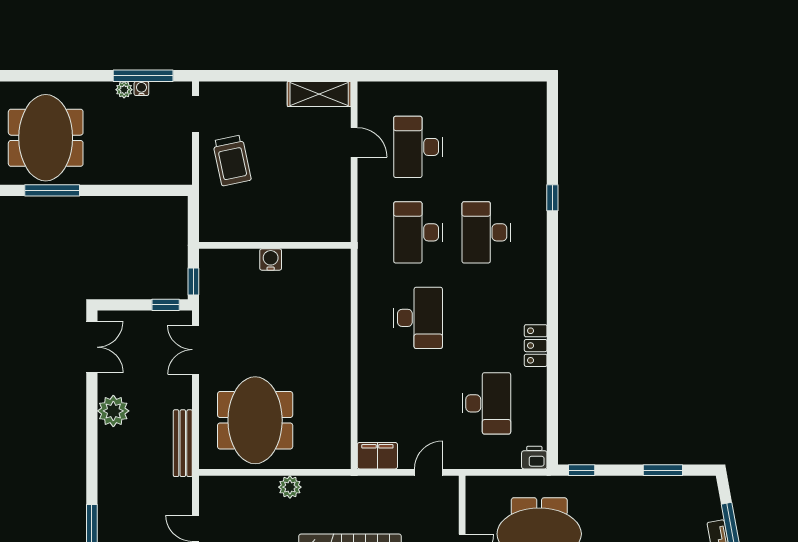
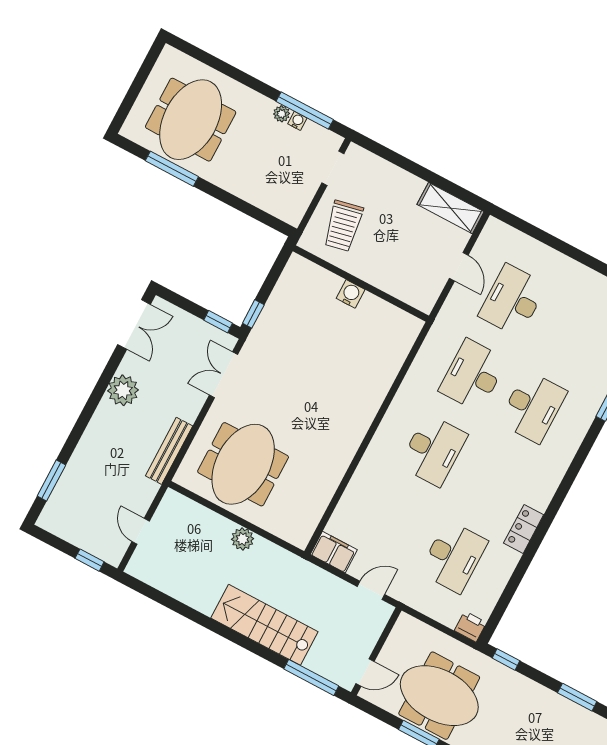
desk: (486, 232) -> (533, 407), turned 180
wall: (275, 245) -> (361, 284), moved
water cooler: (271, 260) -> (351, 294), moved

